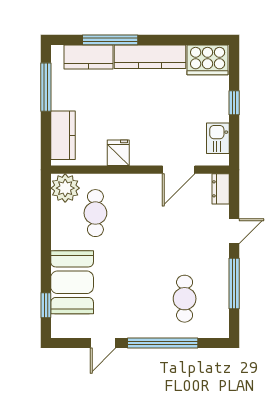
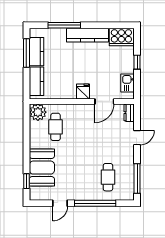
kitchen counter: (88, 57) -> (37, 52), moved, turned -90
fridge: (118, 153) -> (83, 91), moved
window: (234, 283) -> (137, 178), moved

